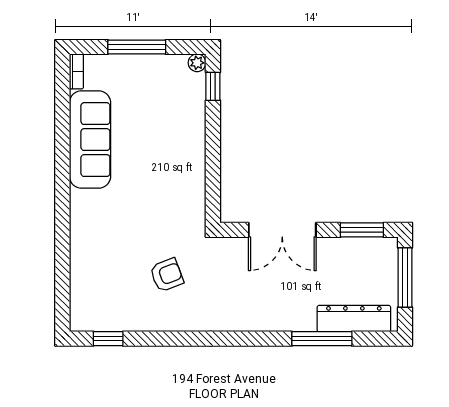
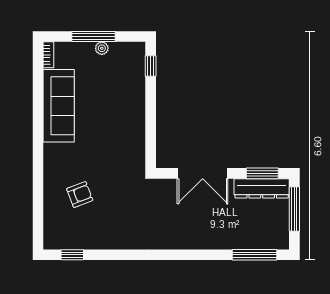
plant: (197, 63) -> (102, 48), moved
armchair: (167, 275) -> (80, 195), moved
dresser: (354, 319) -> (262, 188), moved, turned 180
window: (322, 339) -> (254, 255), moved

